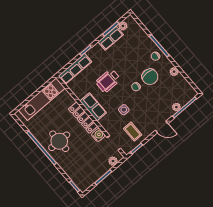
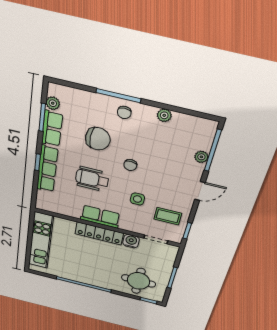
row of seats: (75, 69) -> (47, 169), moved
chair: (150, 77) -> (98, 139), moved
wheelchair: (108, 81) -> (92, 179), turned 90
round table: (59, 141) -> (138, 281), moved
plant: (113, 161) -> (170, 257), removed

